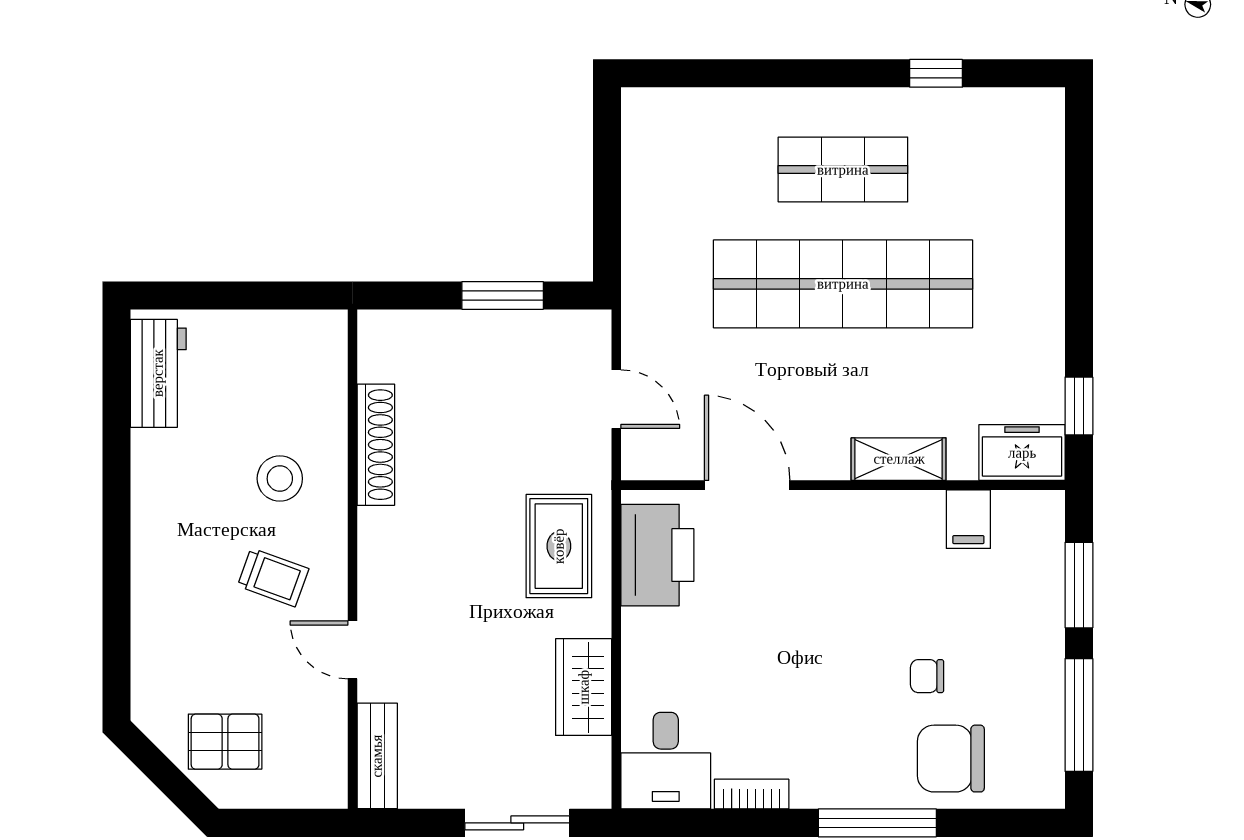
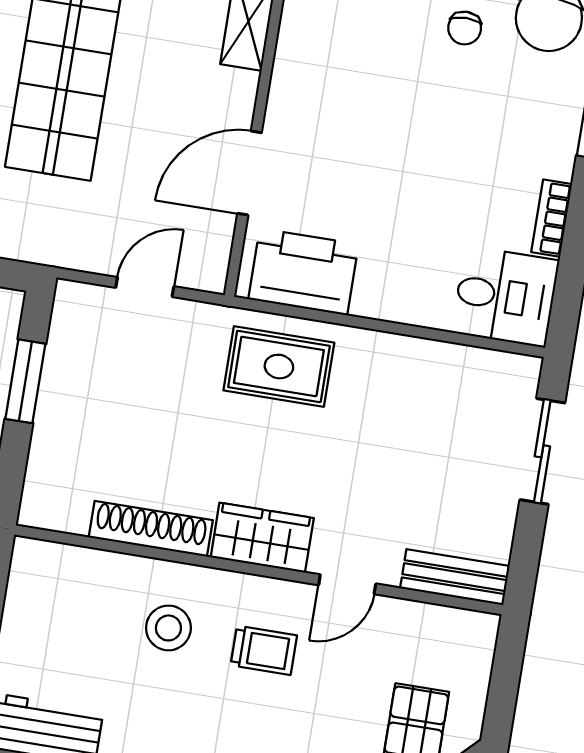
trolley: (273, 577) -> (264, 650), turned 70
wardrobe: (584, 687) -> (262, 538), moved, turned 180

